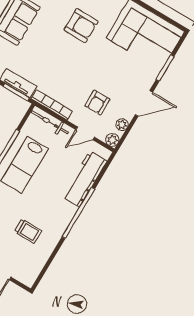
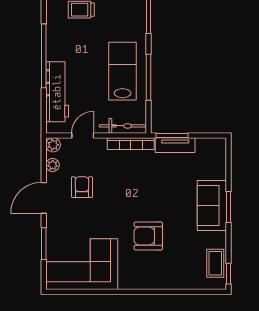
armchair: (97, 103) -> (82, 187), moved

